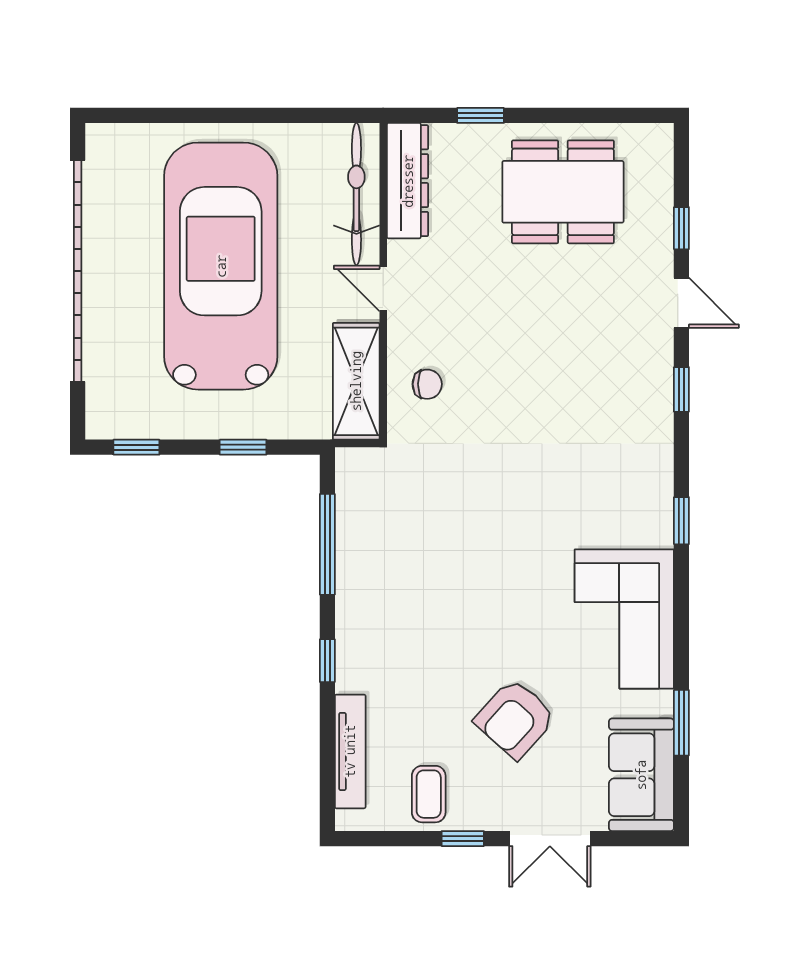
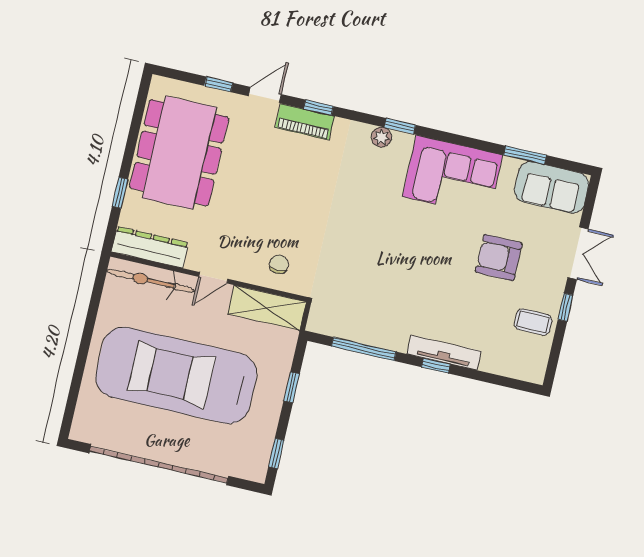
dining table: (563, 192) -> (179, 153), width x1.36, depth x1.24
piano: (655, 373) -> (305, 122), added
plant: (658, 496) -> (381, 137), added
armchair: (515, 719) -> (499, 258), turned 138
tv unit: (350, 751) -> (444, 353), moved

